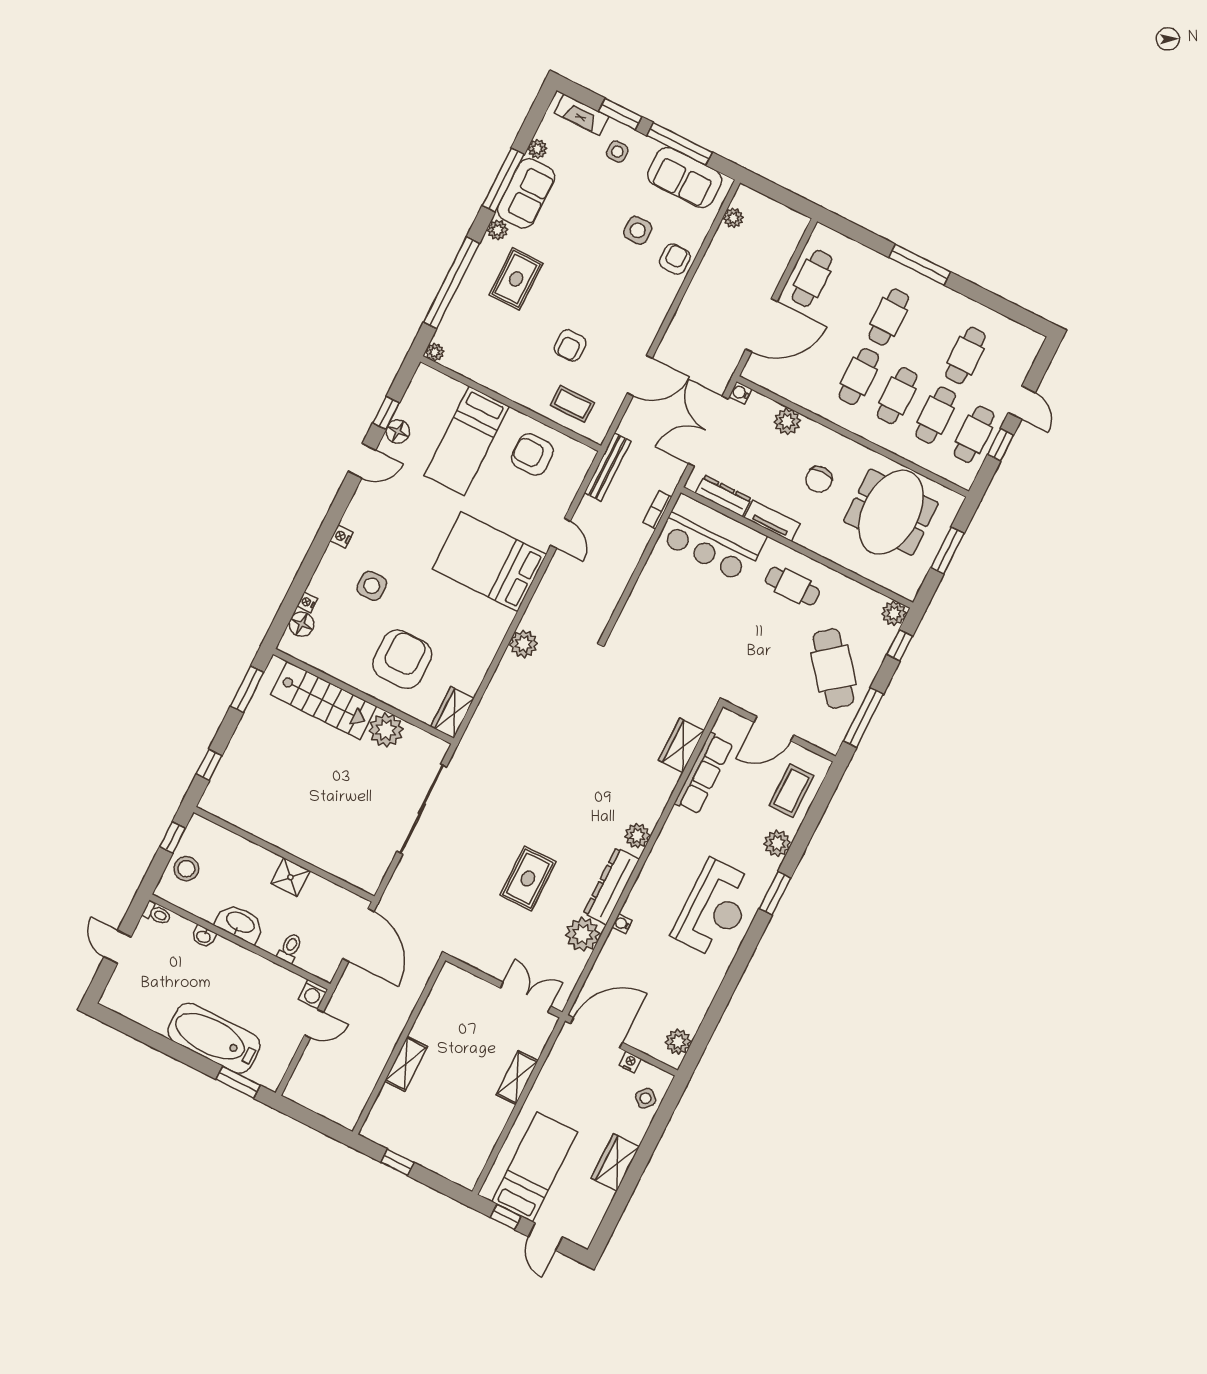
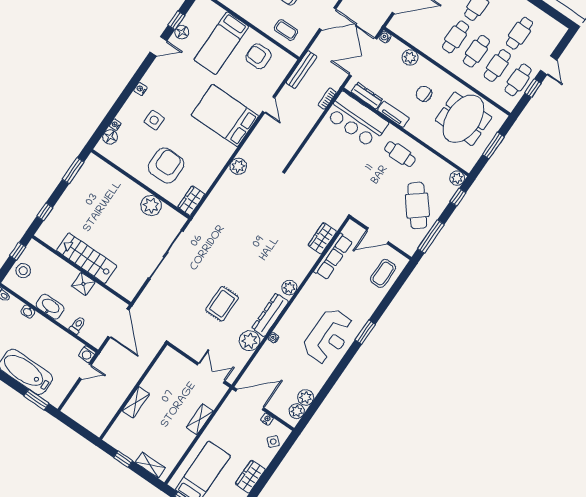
chair: (819, 479) -> (424, 94), turned 93
stairs: (324, 700) -> (87, 258), moved, turned 180
plant: (777, 843) -> (306, 397), moved
shelving: (445, 1166) -> (150, 465), added

